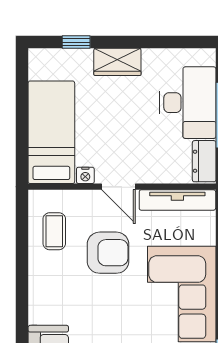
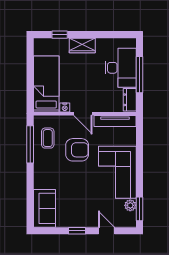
window: (22, 243) -> (30, 144), added

